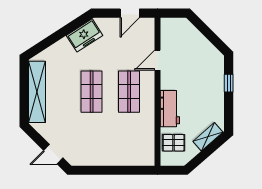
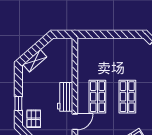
workbench: (170, 109) -> (65, 97), moved
pallet: (174, 143) -> (34, 119), moved, turned 90

